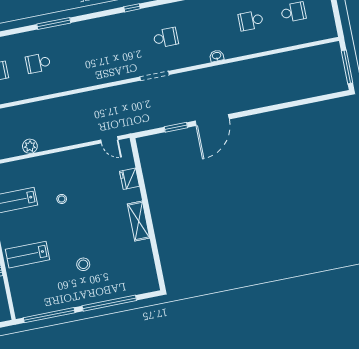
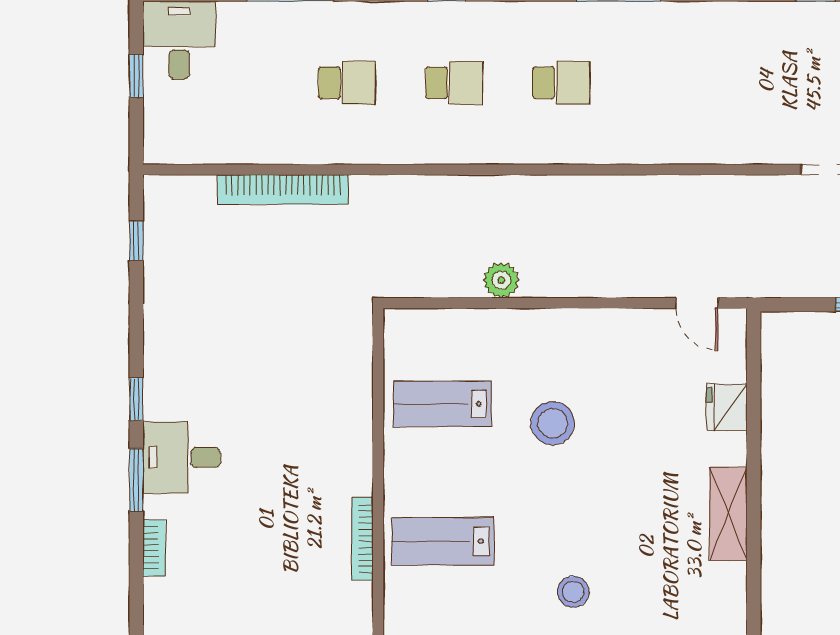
school desk: (38, 63) -> (561, 83), turned 180
stool: (62, 199) -> (553, 423), width x1.89, depth x1.89

